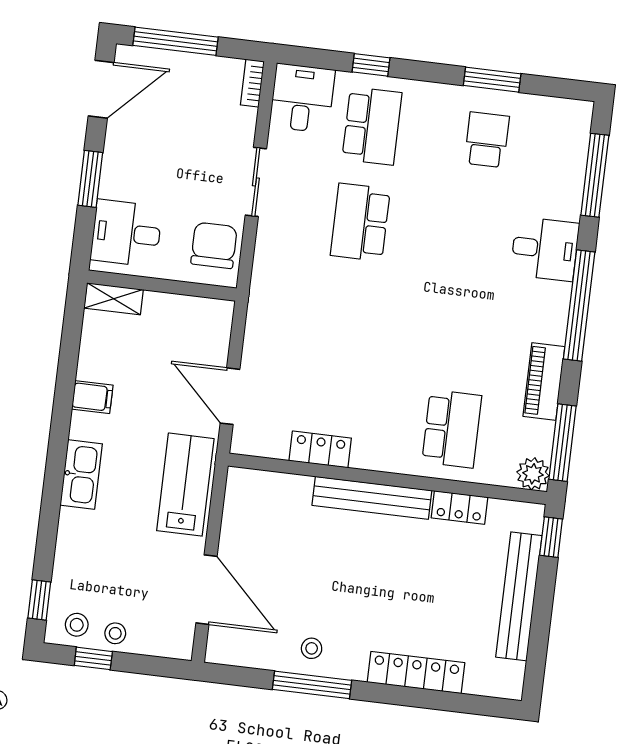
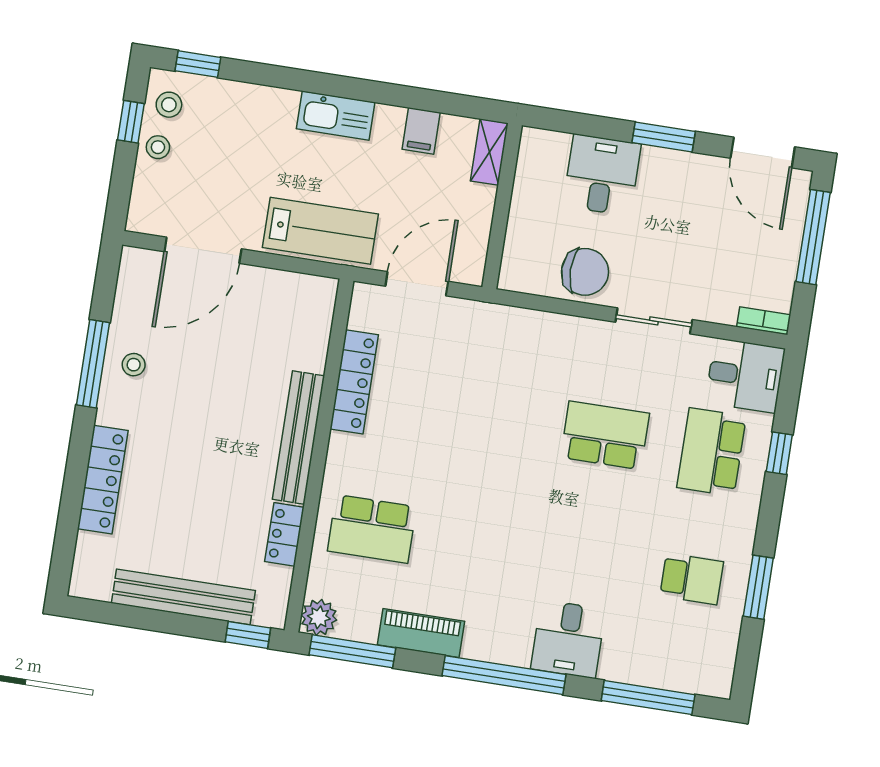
school desk: (372, 126) -> (712, 452), turned 90
wall: (162, 286) -> (502, 206), moved
shelving: (114, 299) -> (489, 152), moved
locker: (320, 449) -> (354, 382), width x1.53

